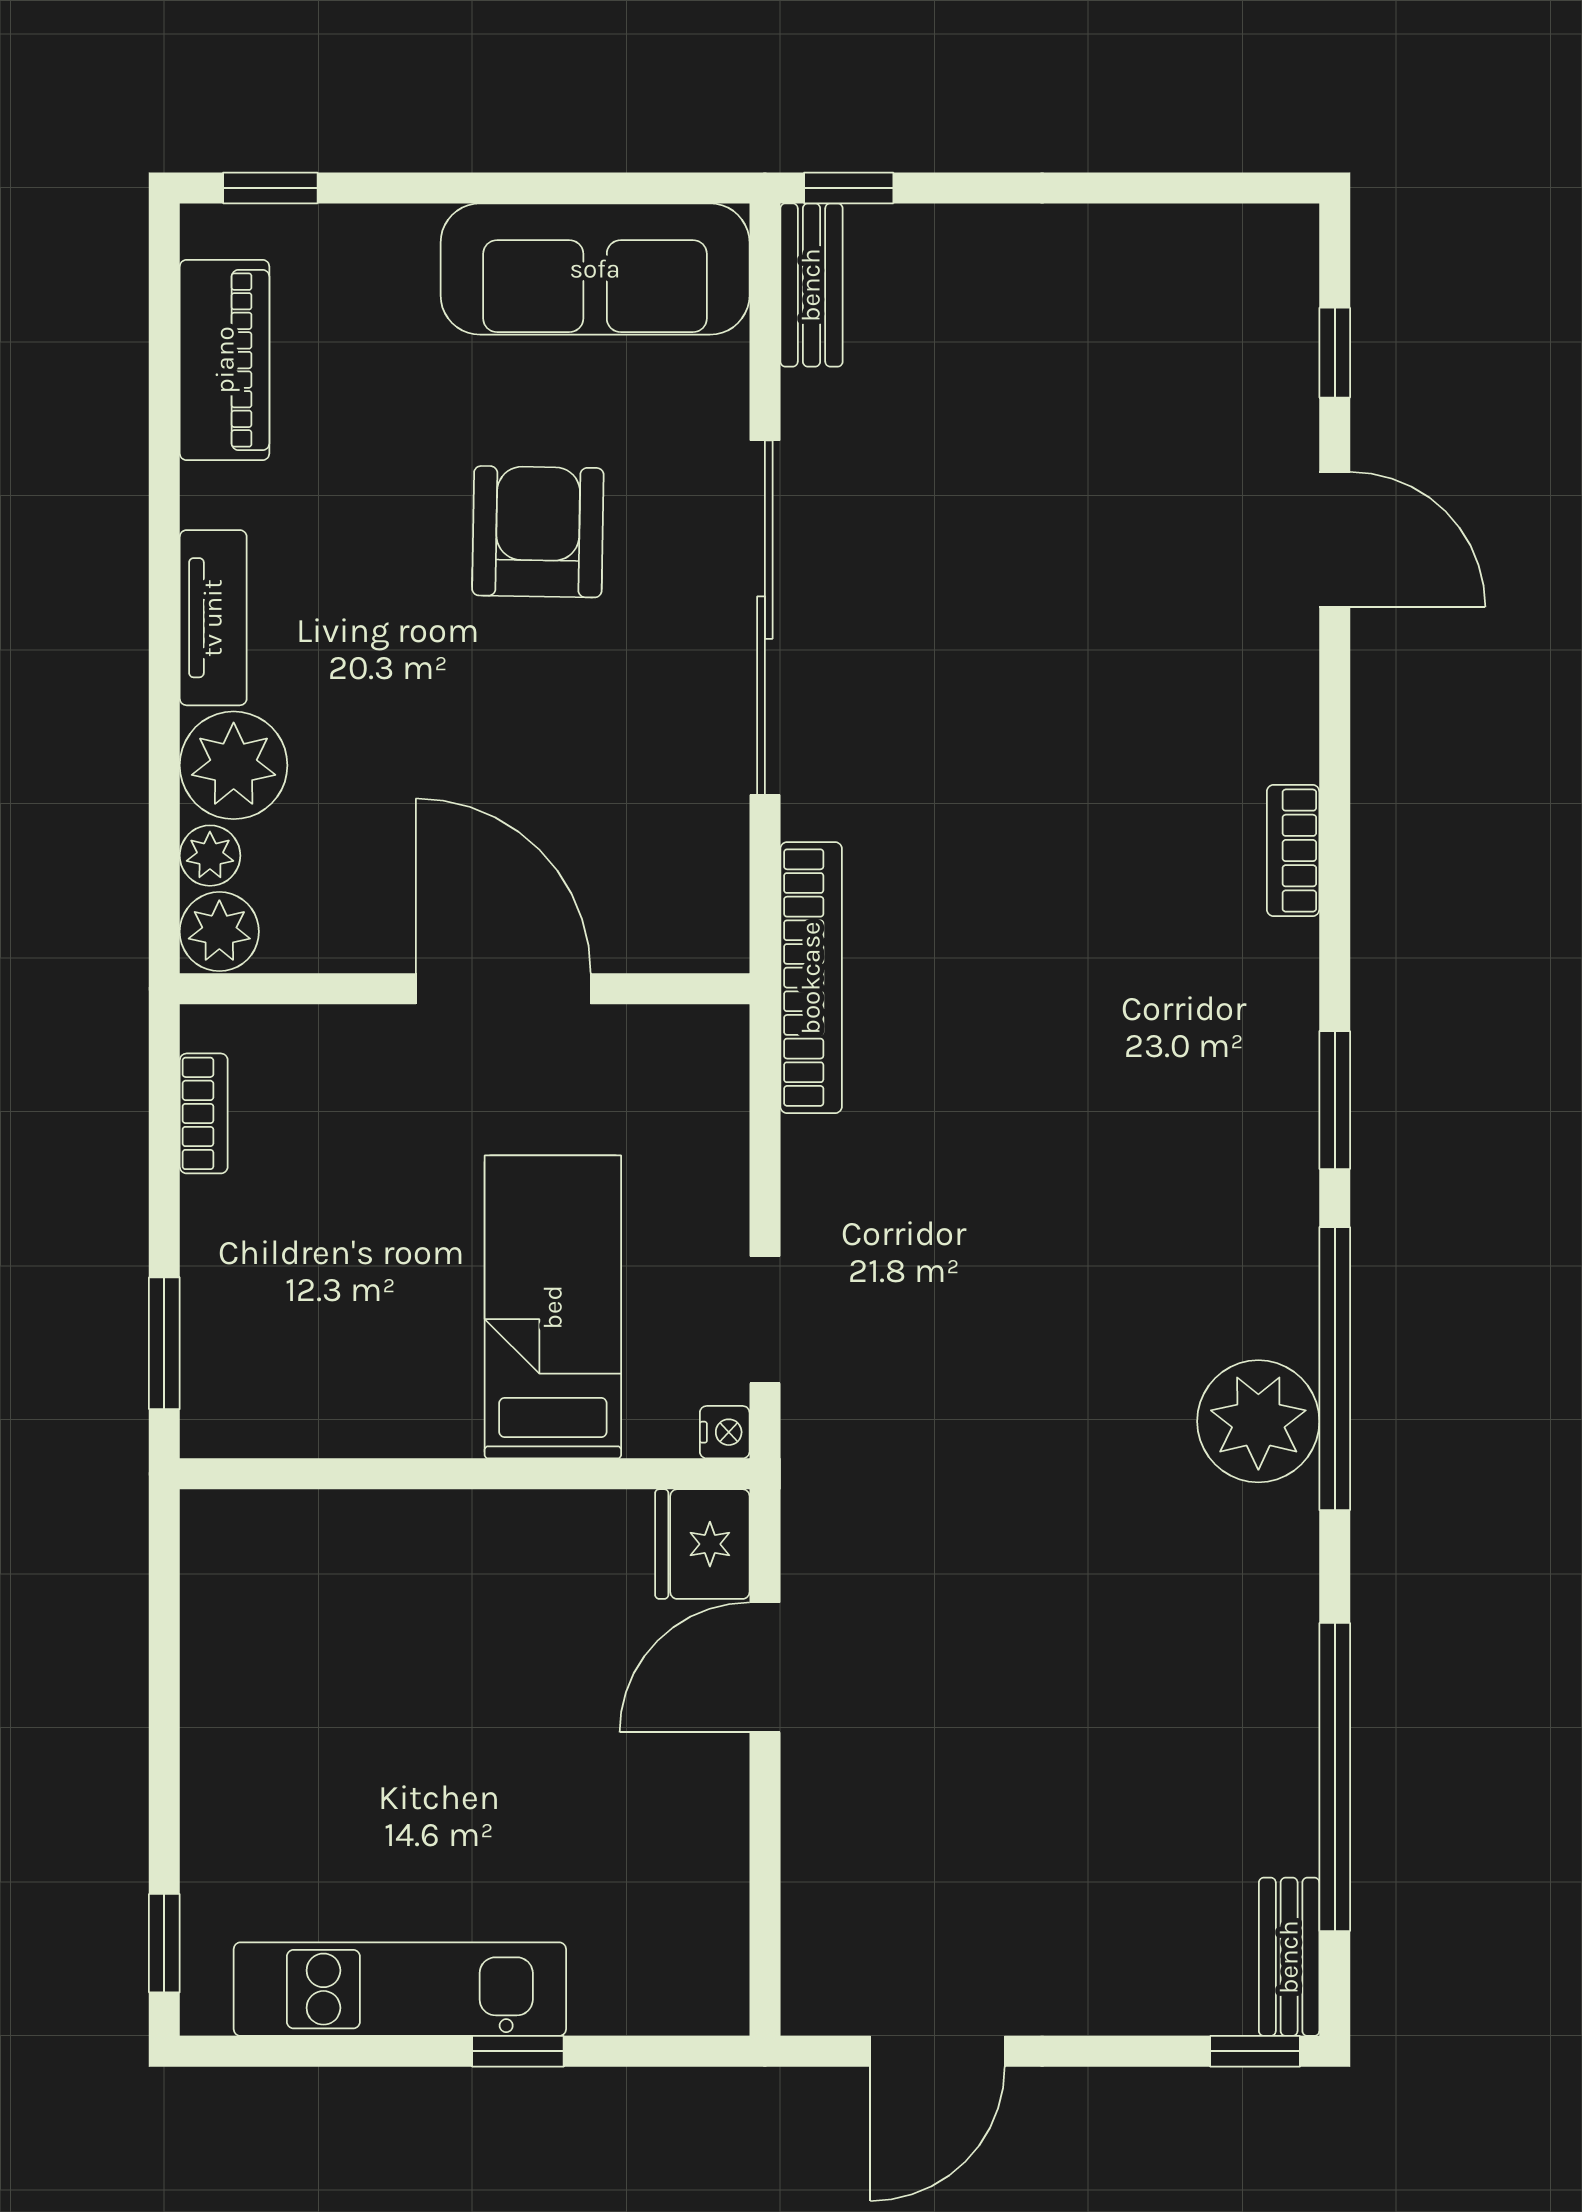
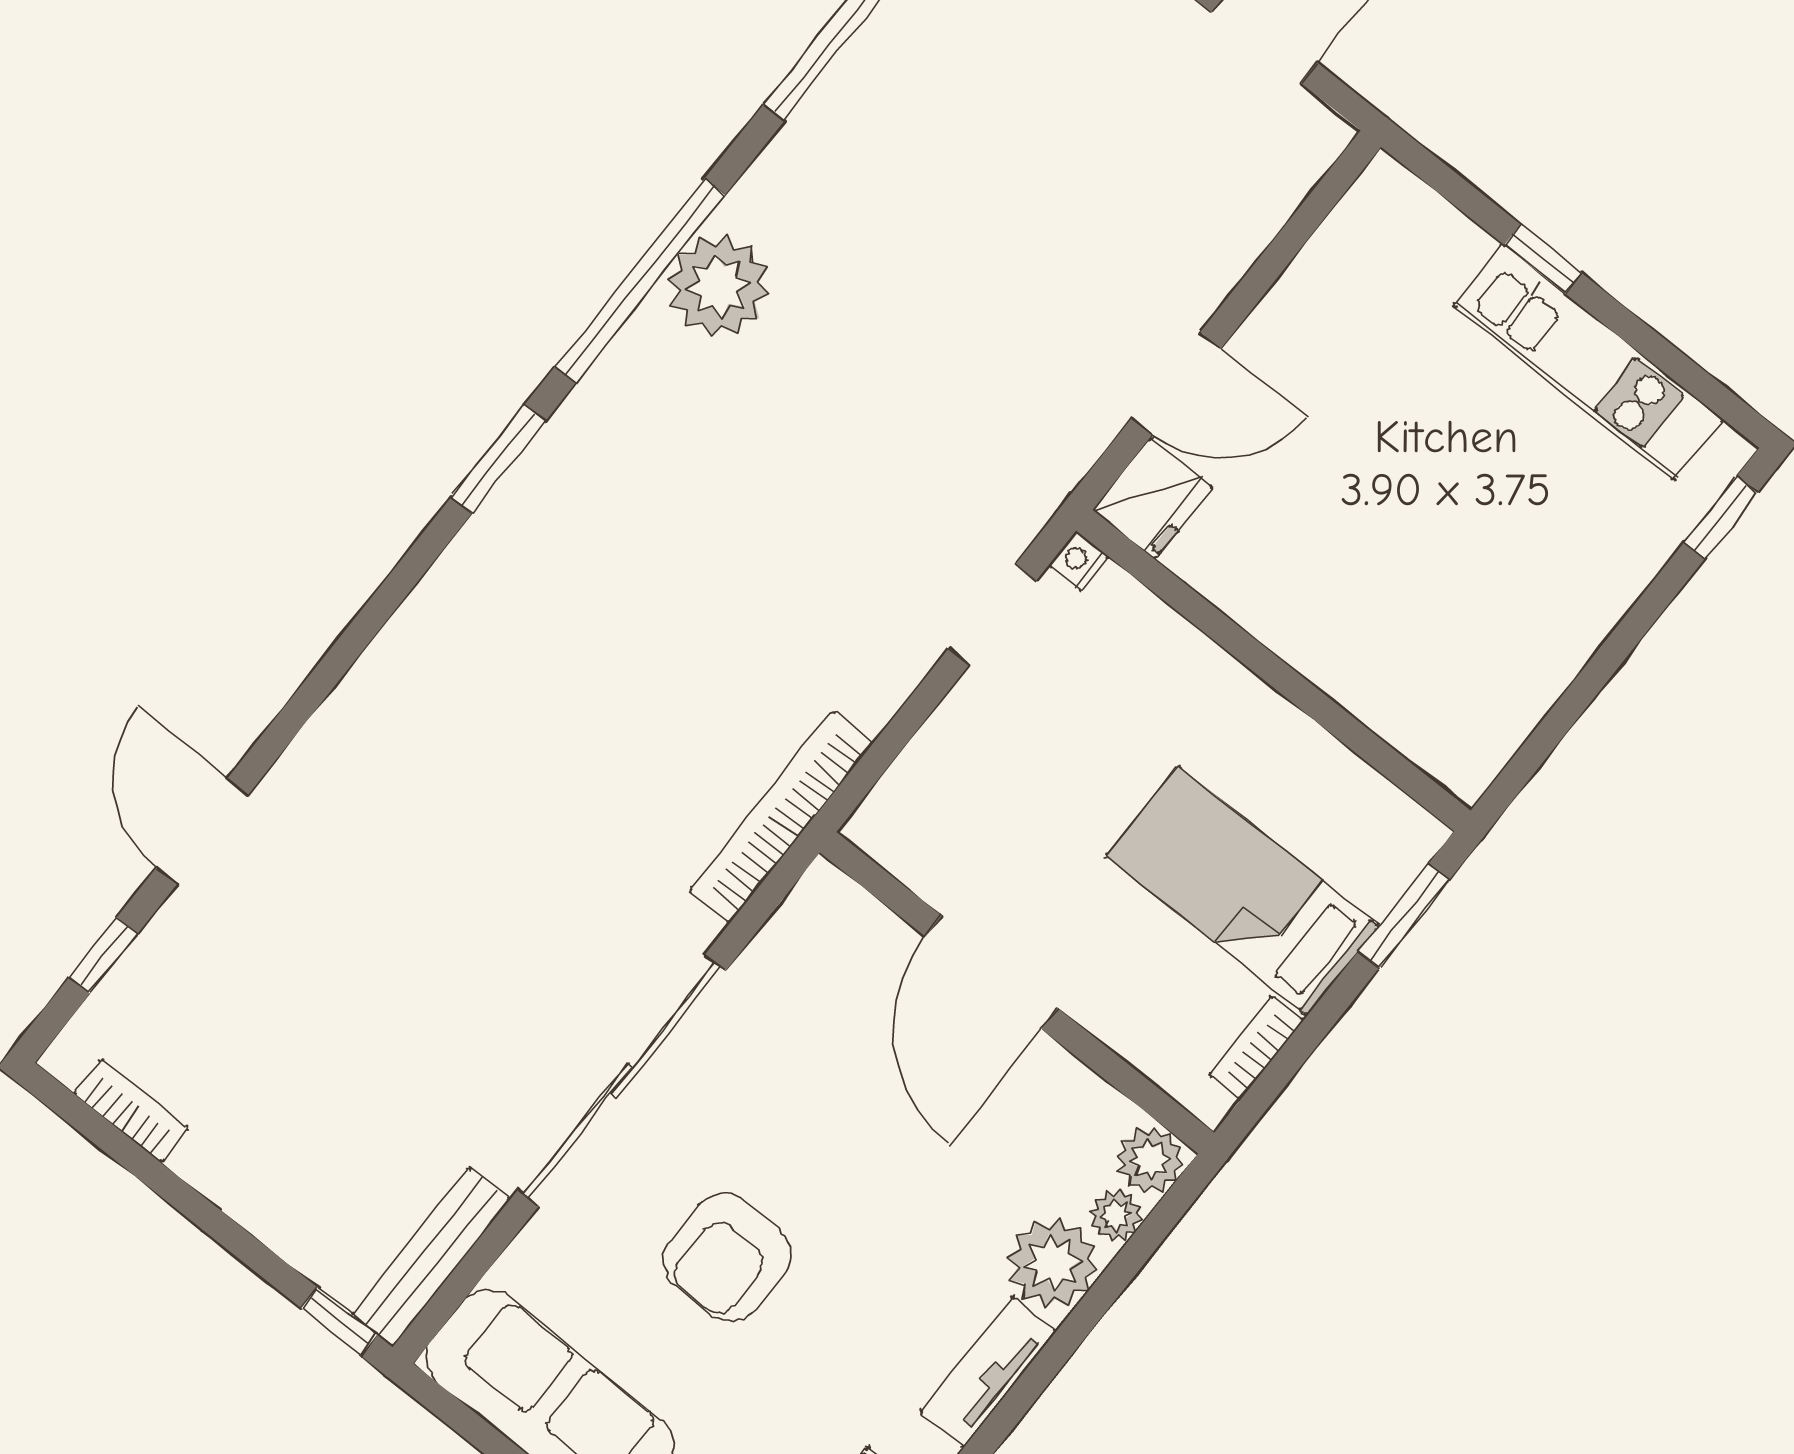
bench: (811, 285) -> (431, 1257), width x1.36
bookcase: (1293, 851) -> (131, 1111), moved, turned -90
bed: (553, 1307) -> (1242, 891), moved, turned 90

